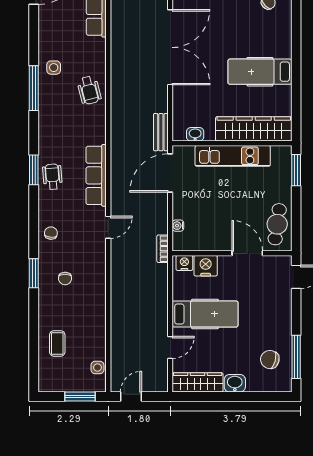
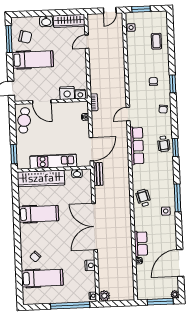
hospital bed: (205, 314) -> (33, 60), moved, turned 180

